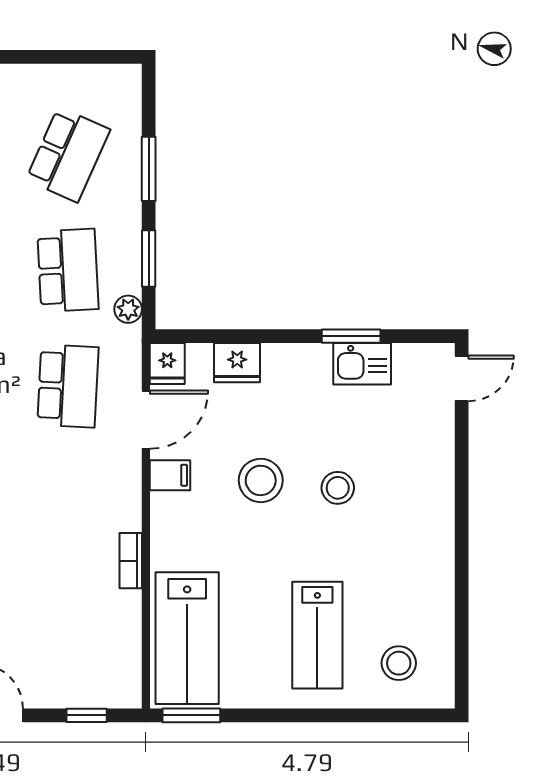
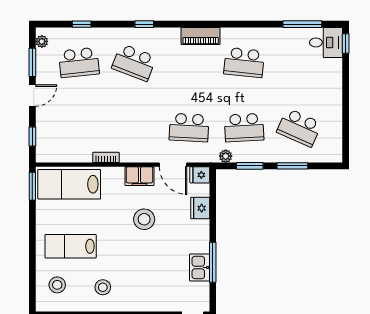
window: (351, 336) -> (213, 262), width x1.44
filing cabinet: (170, 475) -> (139, 176), width x2.00
stool: (338, 488) -> (103, 287), moved

